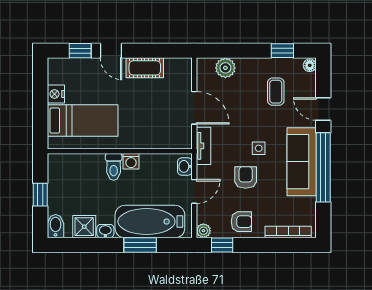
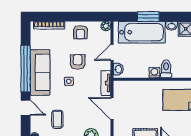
armchair: (246, 177) -> (78, 62), turned 180
armchair: (241, 222) -> (80, 32), turned -90
window: (222, 245) -> (93, 17), removed

